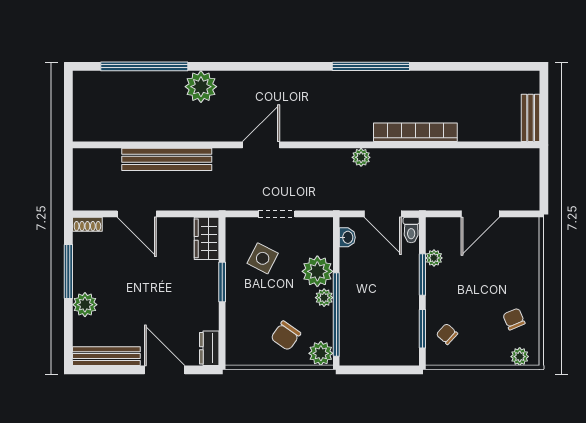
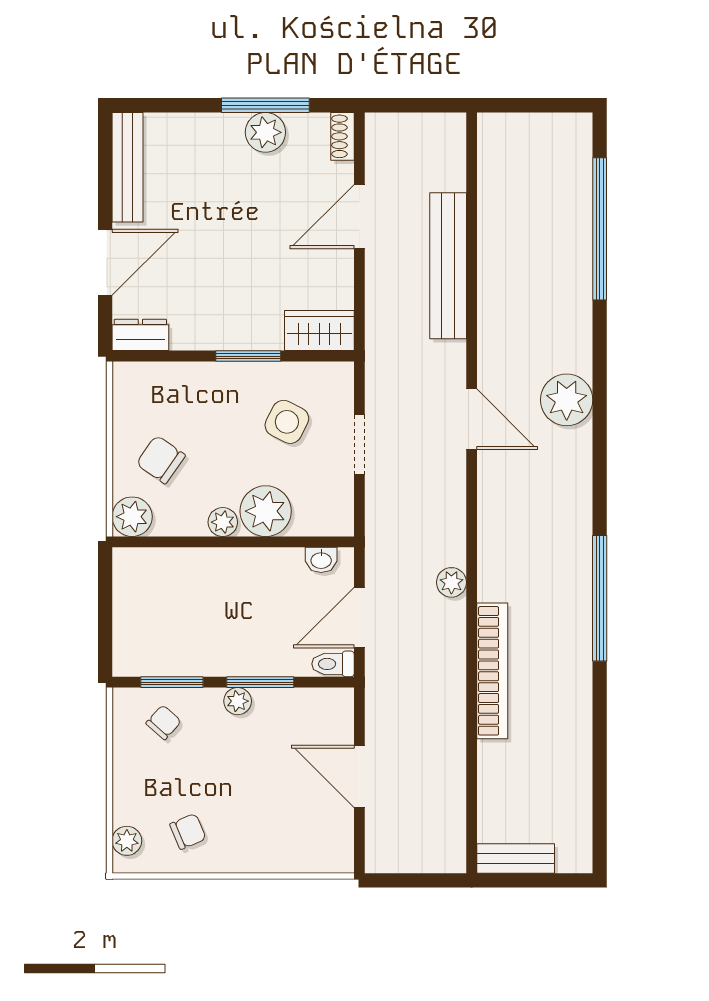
plant: (201, 87) -> (567, 400), moved
plant: (434, 258) -> (238, 701), moved
plant: (85, 305) -> (265, 132), moved
window: (336, 314) -> (195, 542), removed

